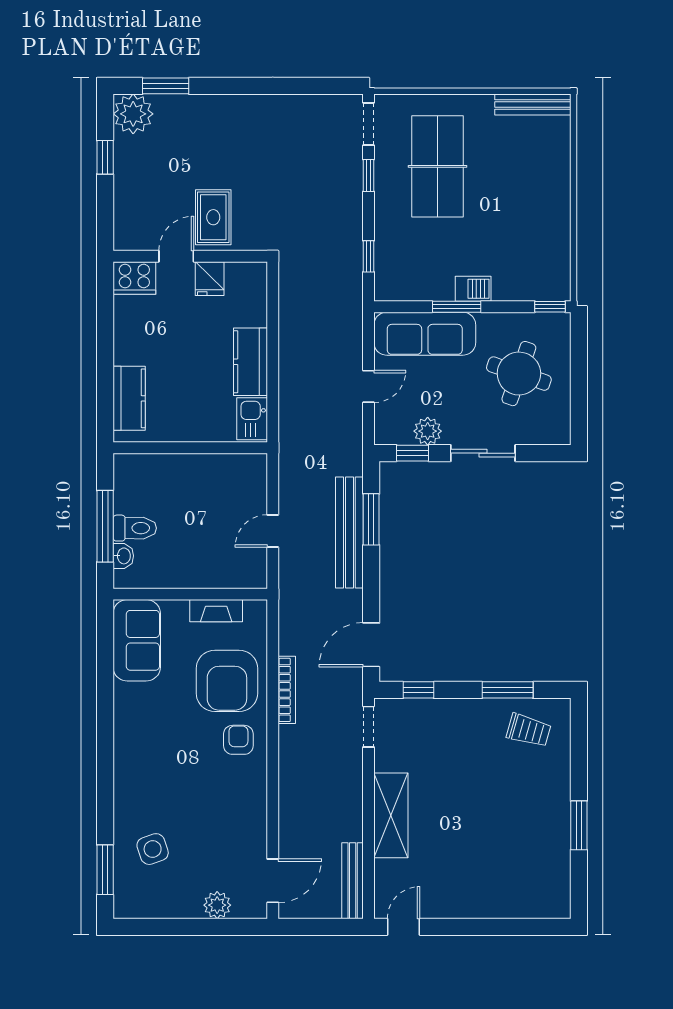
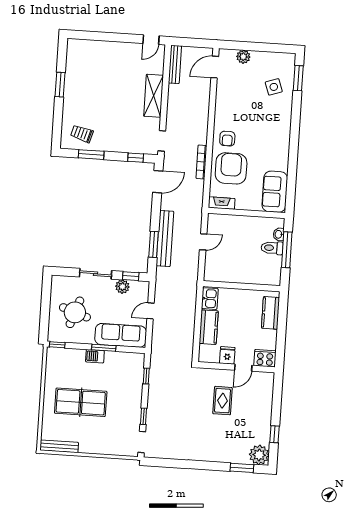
table tennis table: (437, 166) -> (81, 402), moved, turned 90
door: (176, 256) -> (243, 368), moved
wall: (190, 256) -> (236, 367), moved
cooker: (134, 278) -> (265, 358), moved
fridge: (210, 279) -> (227, 355), moved
fireplace: (216, 611) -> (222, 203), moved

